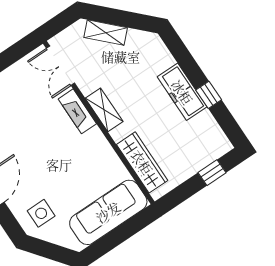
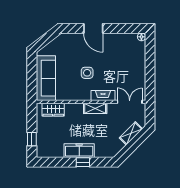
window: (209, 95) -> (83, 162), moved
wardrobe: (142, 162) -> (53, 110), width x0.67
side table: (41, 213) -> (87, 73), moved

